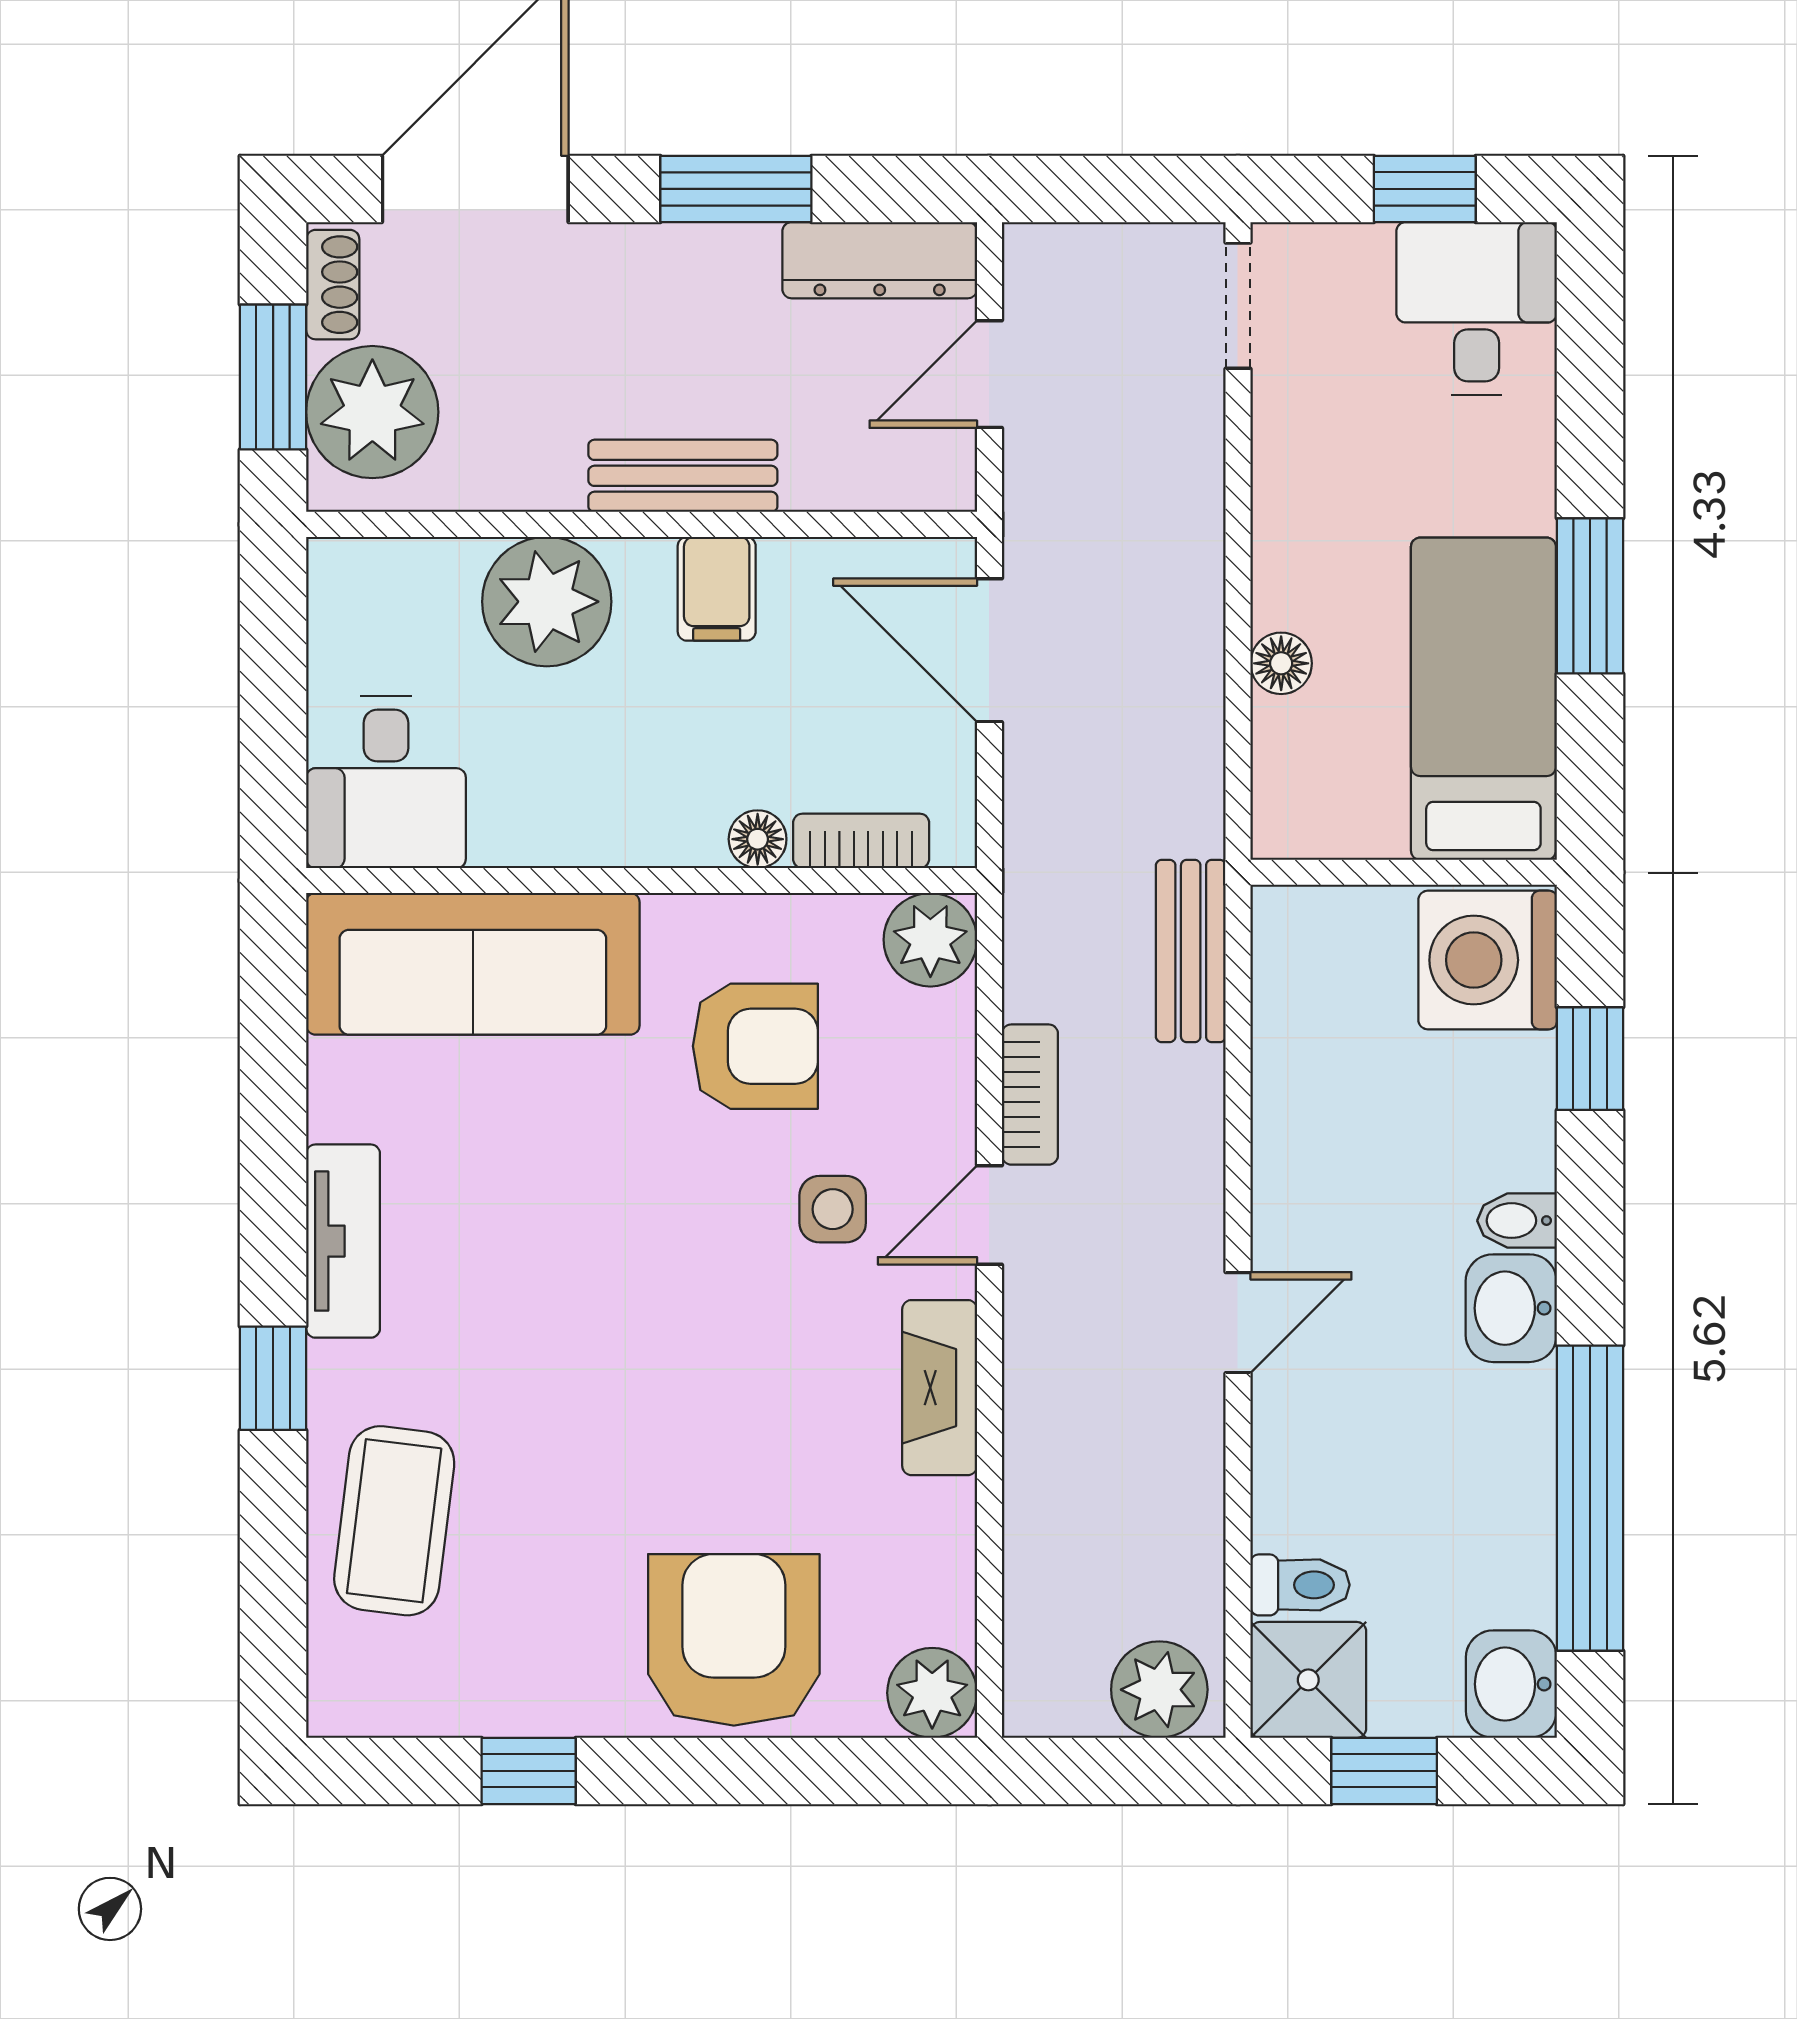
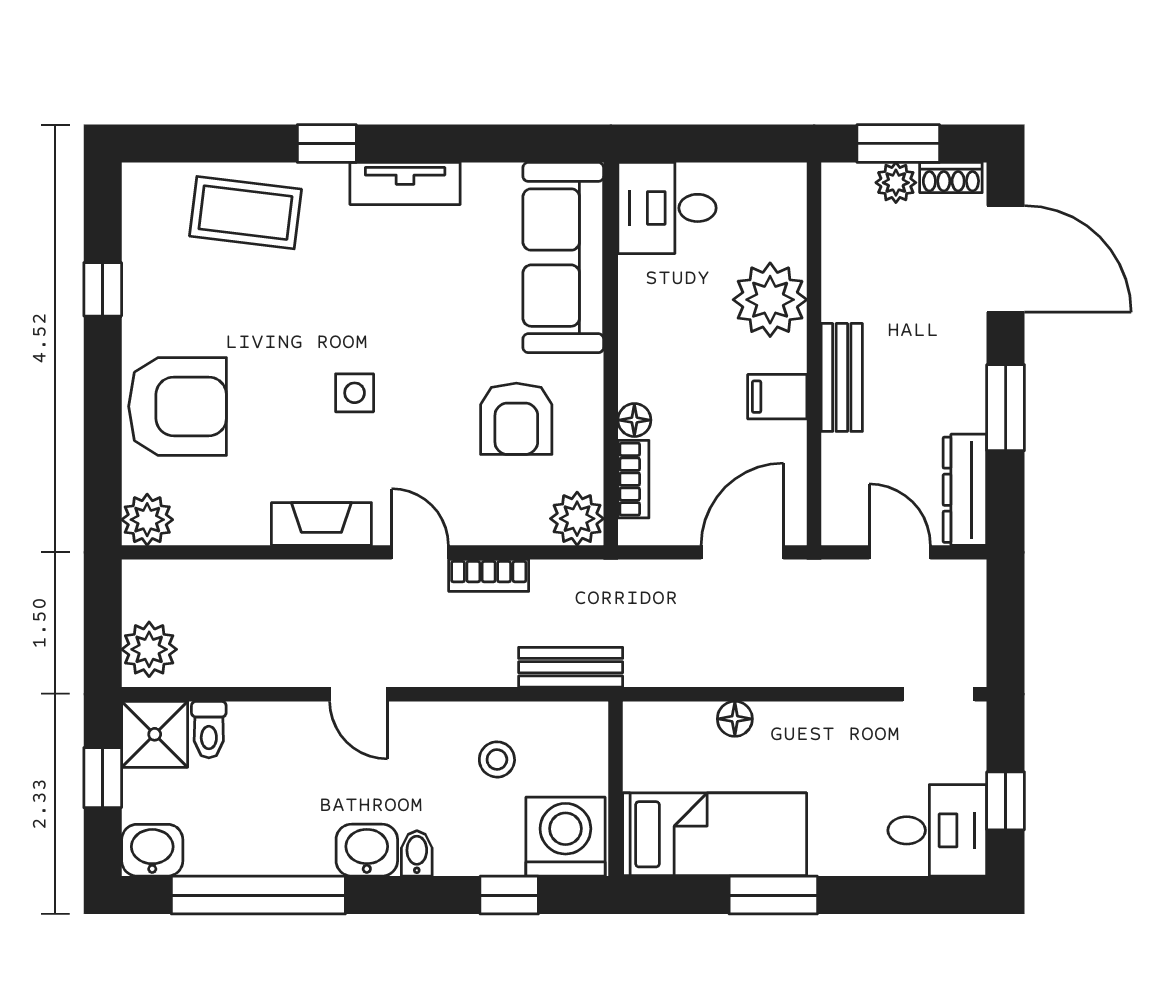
plant: (372, 412) -> (896, 183), width x0.53, depth x0.53
stool: (1352, 1080) -> (497, 759), added
side table: (833, 1209) -> (355, 393), moved

